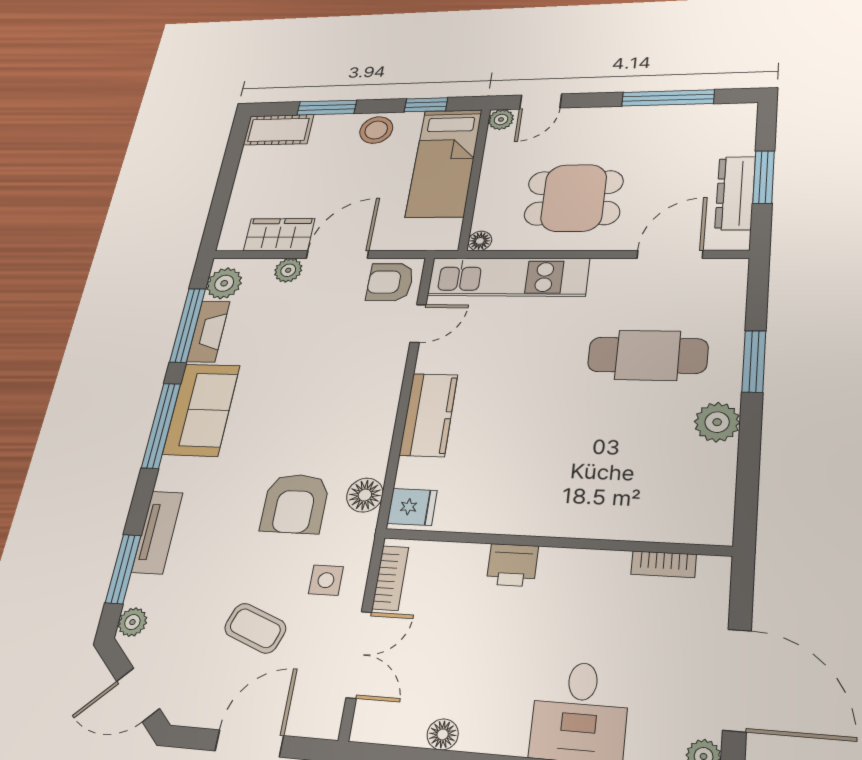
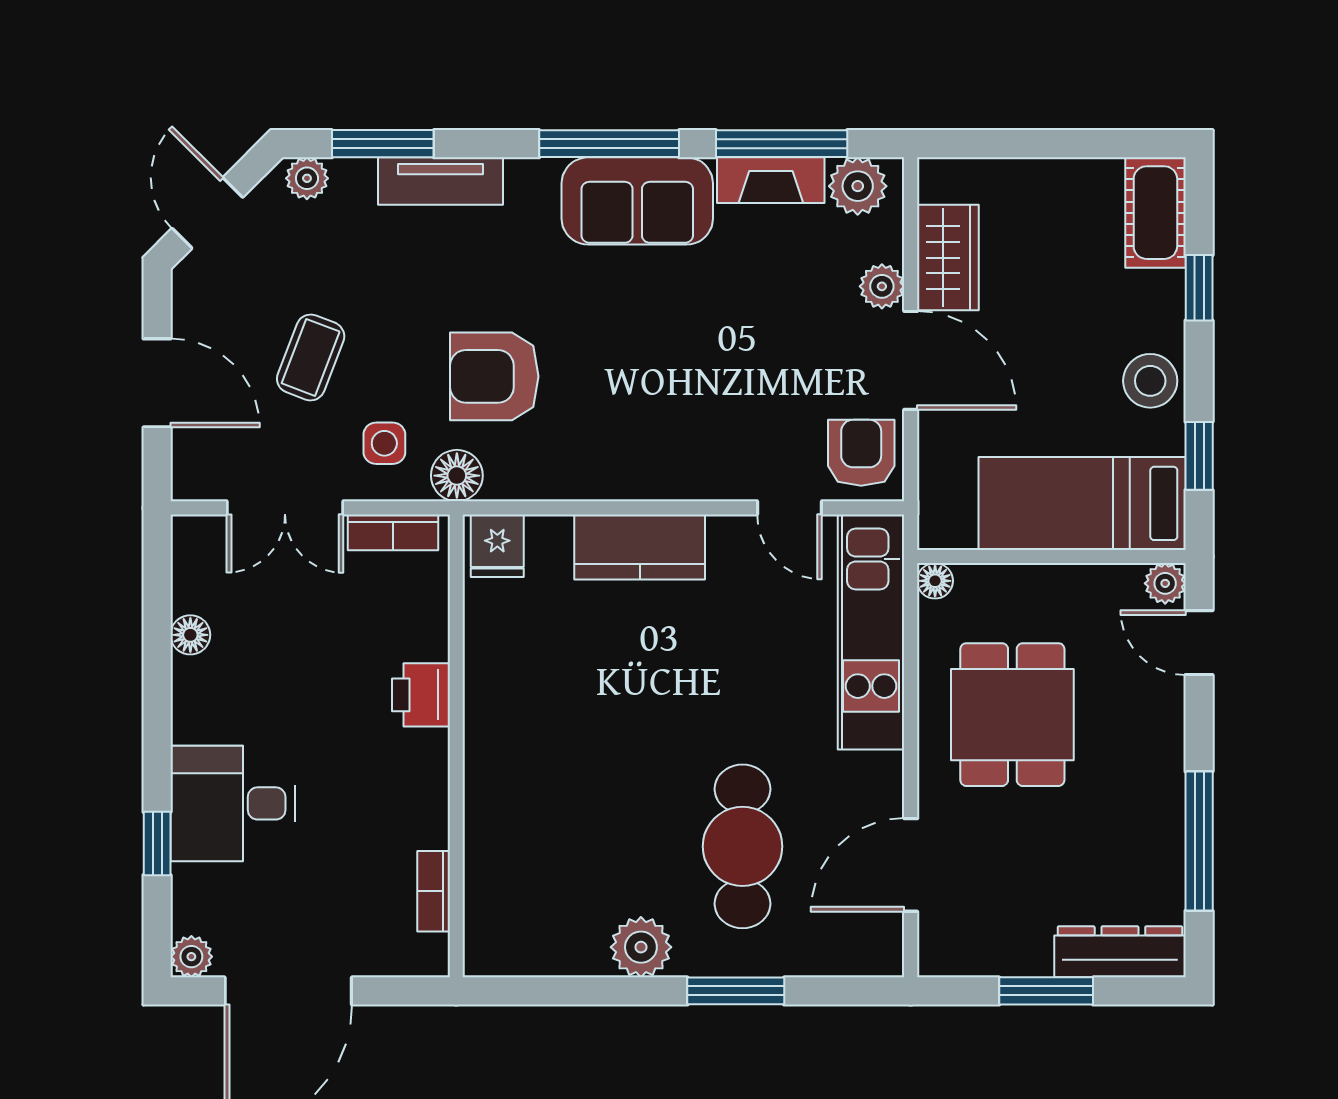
window: (327, 108) -> (1199, 288), width x0.67
dresser: (735, 193) -> (1120, 952), moved
door: (670, 254) -> (911, 865), swing flipped
floor lamp: (365, 495) -> (457, 476), moved

